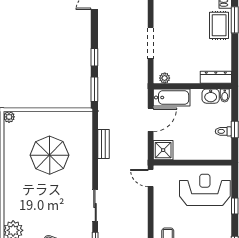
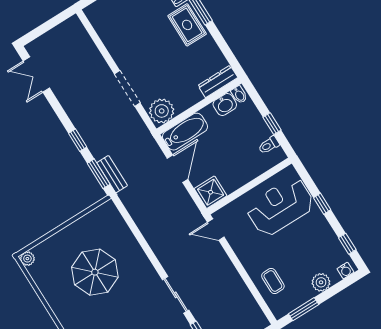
plant: (165, 78) -> (162, 111), width x1.88, depth x1.88
toilet: (223, 131) -> (269, 145), moved
bench: (103, 144) -> (112, 174), moved

